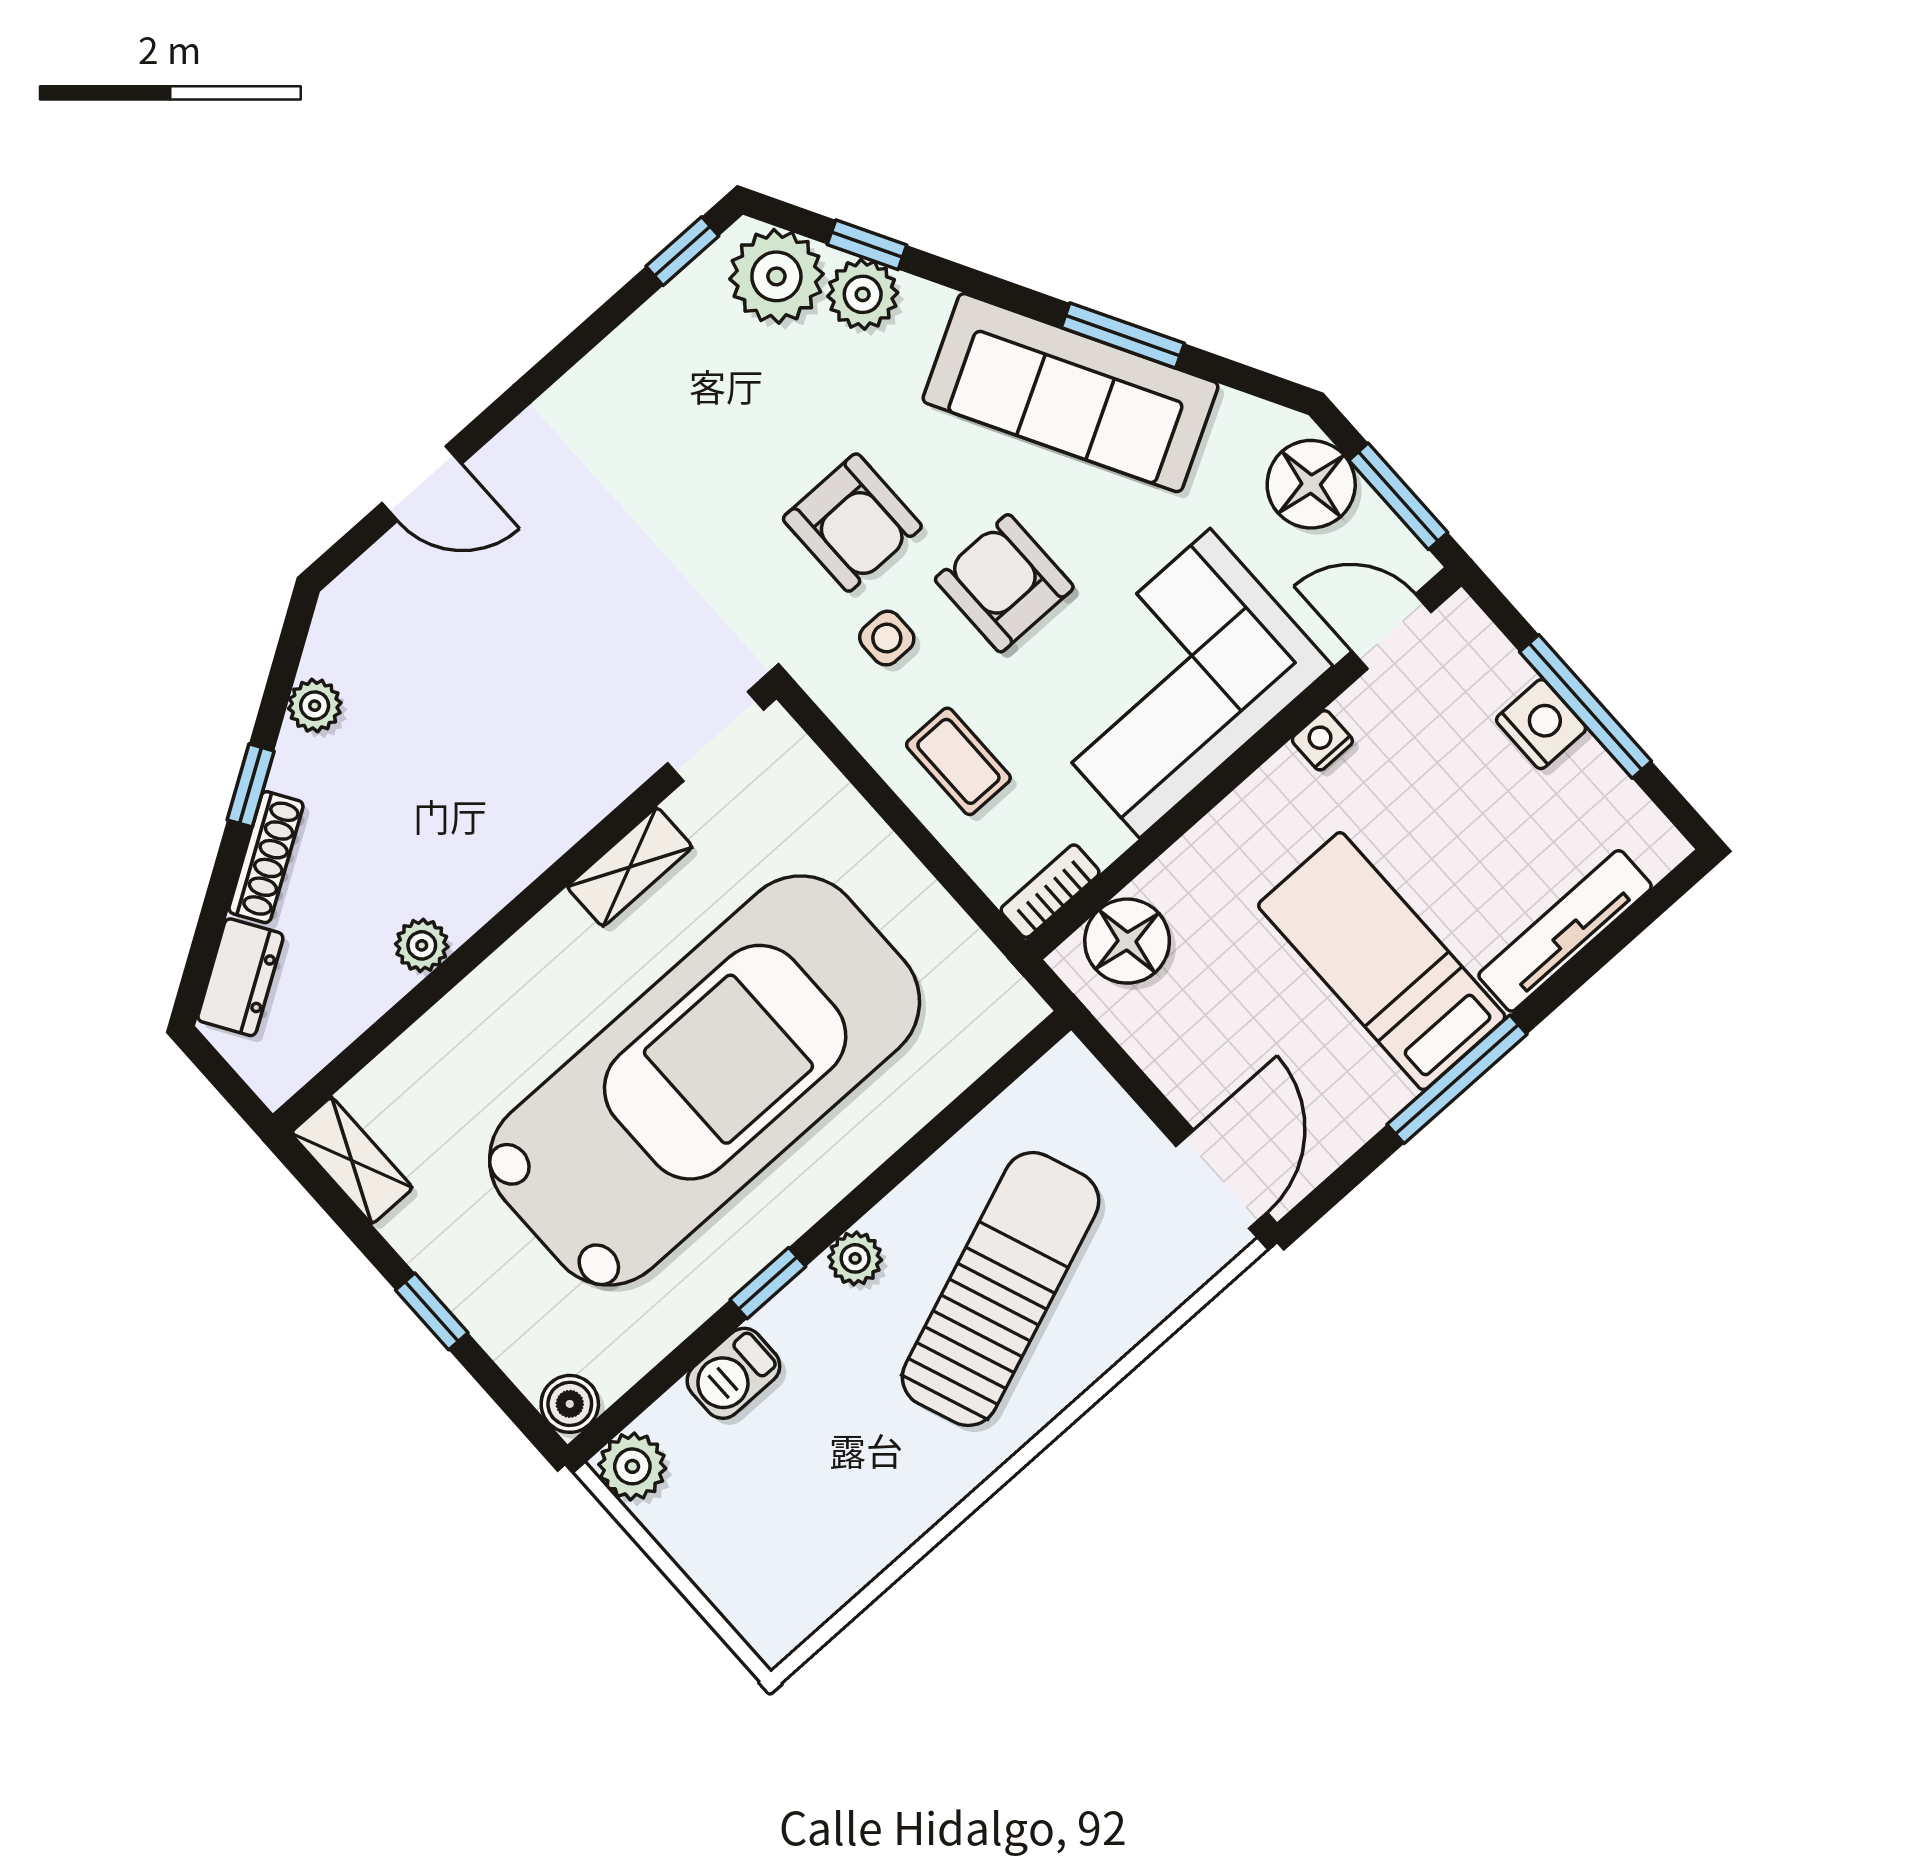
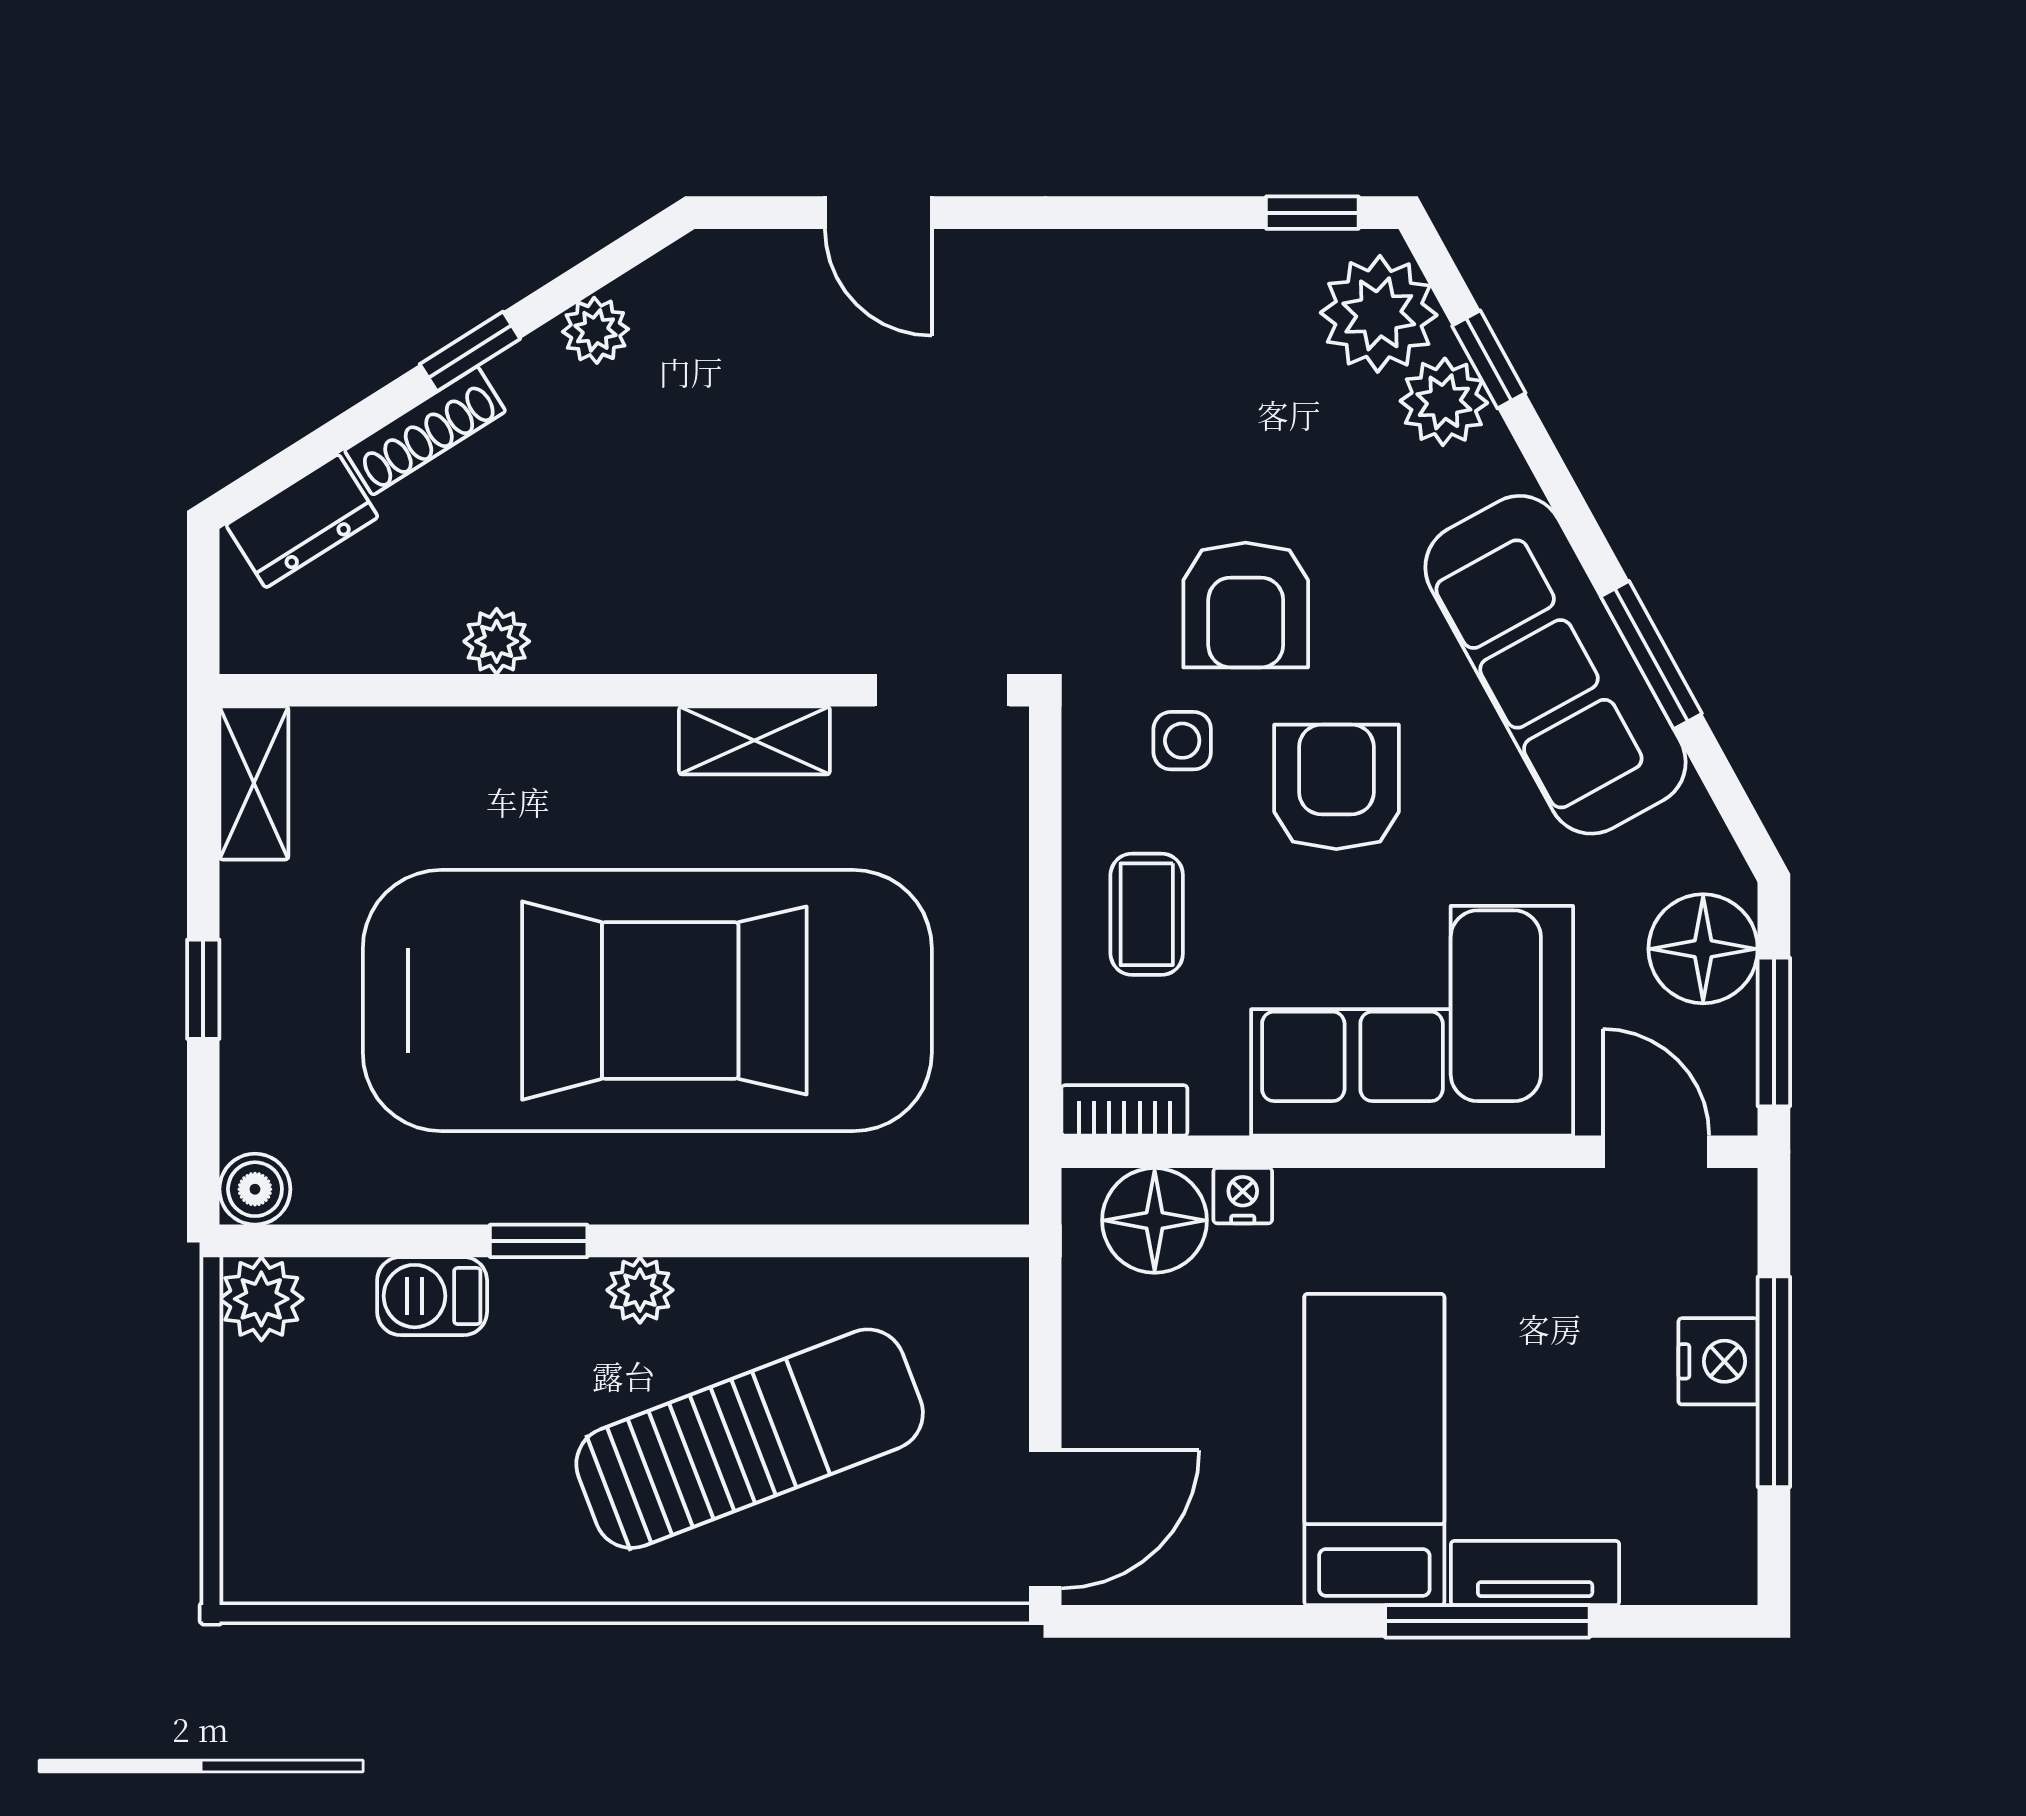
nightstand: (1322, 740) -> (1243, 1196), moved
tv unit: (1565, 931) -> (1535, 1573), width x0.71
window: (1457, 1079) -> (1487, 1621), moved

